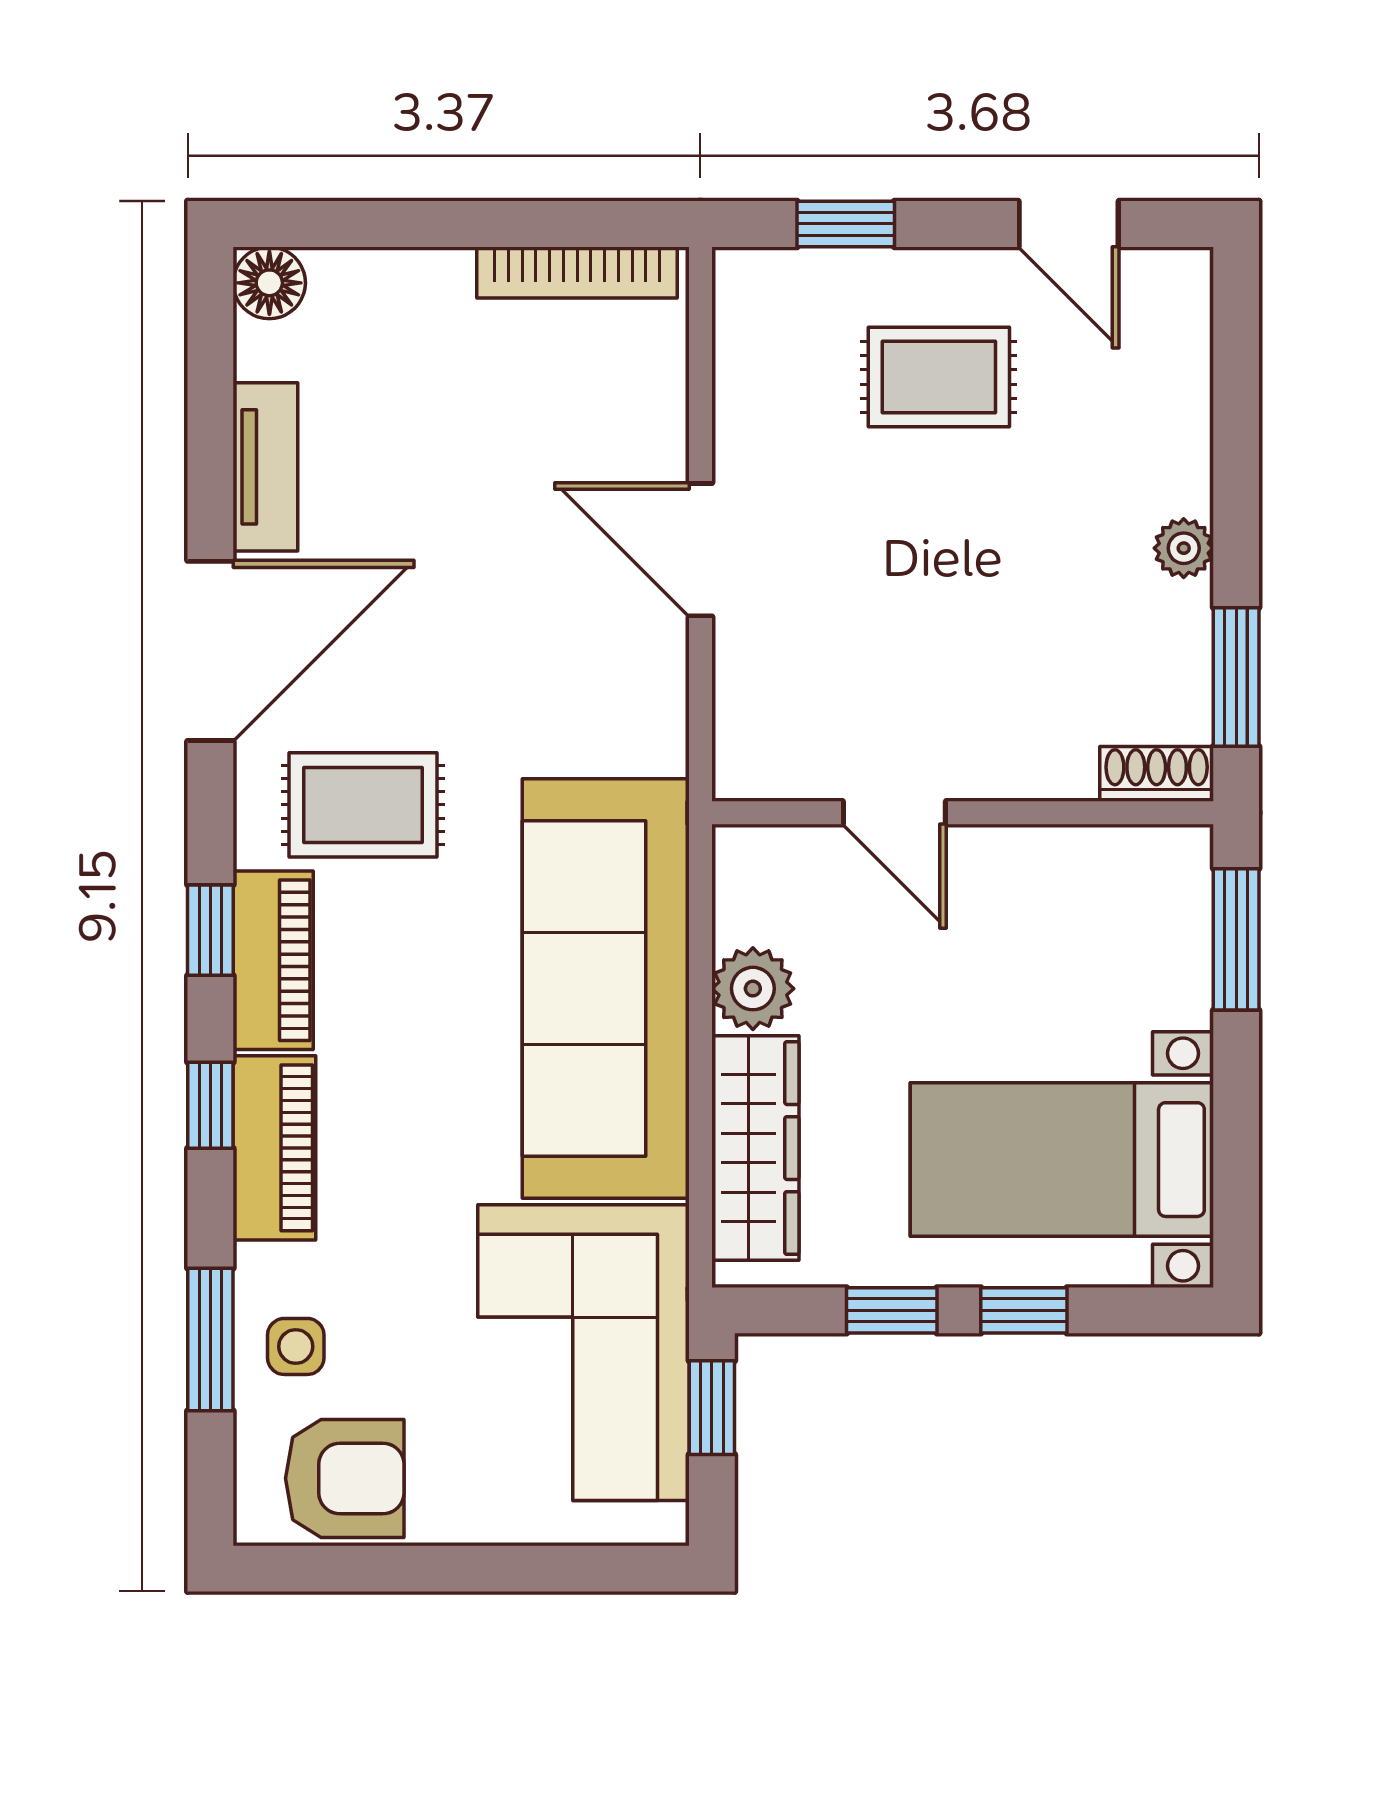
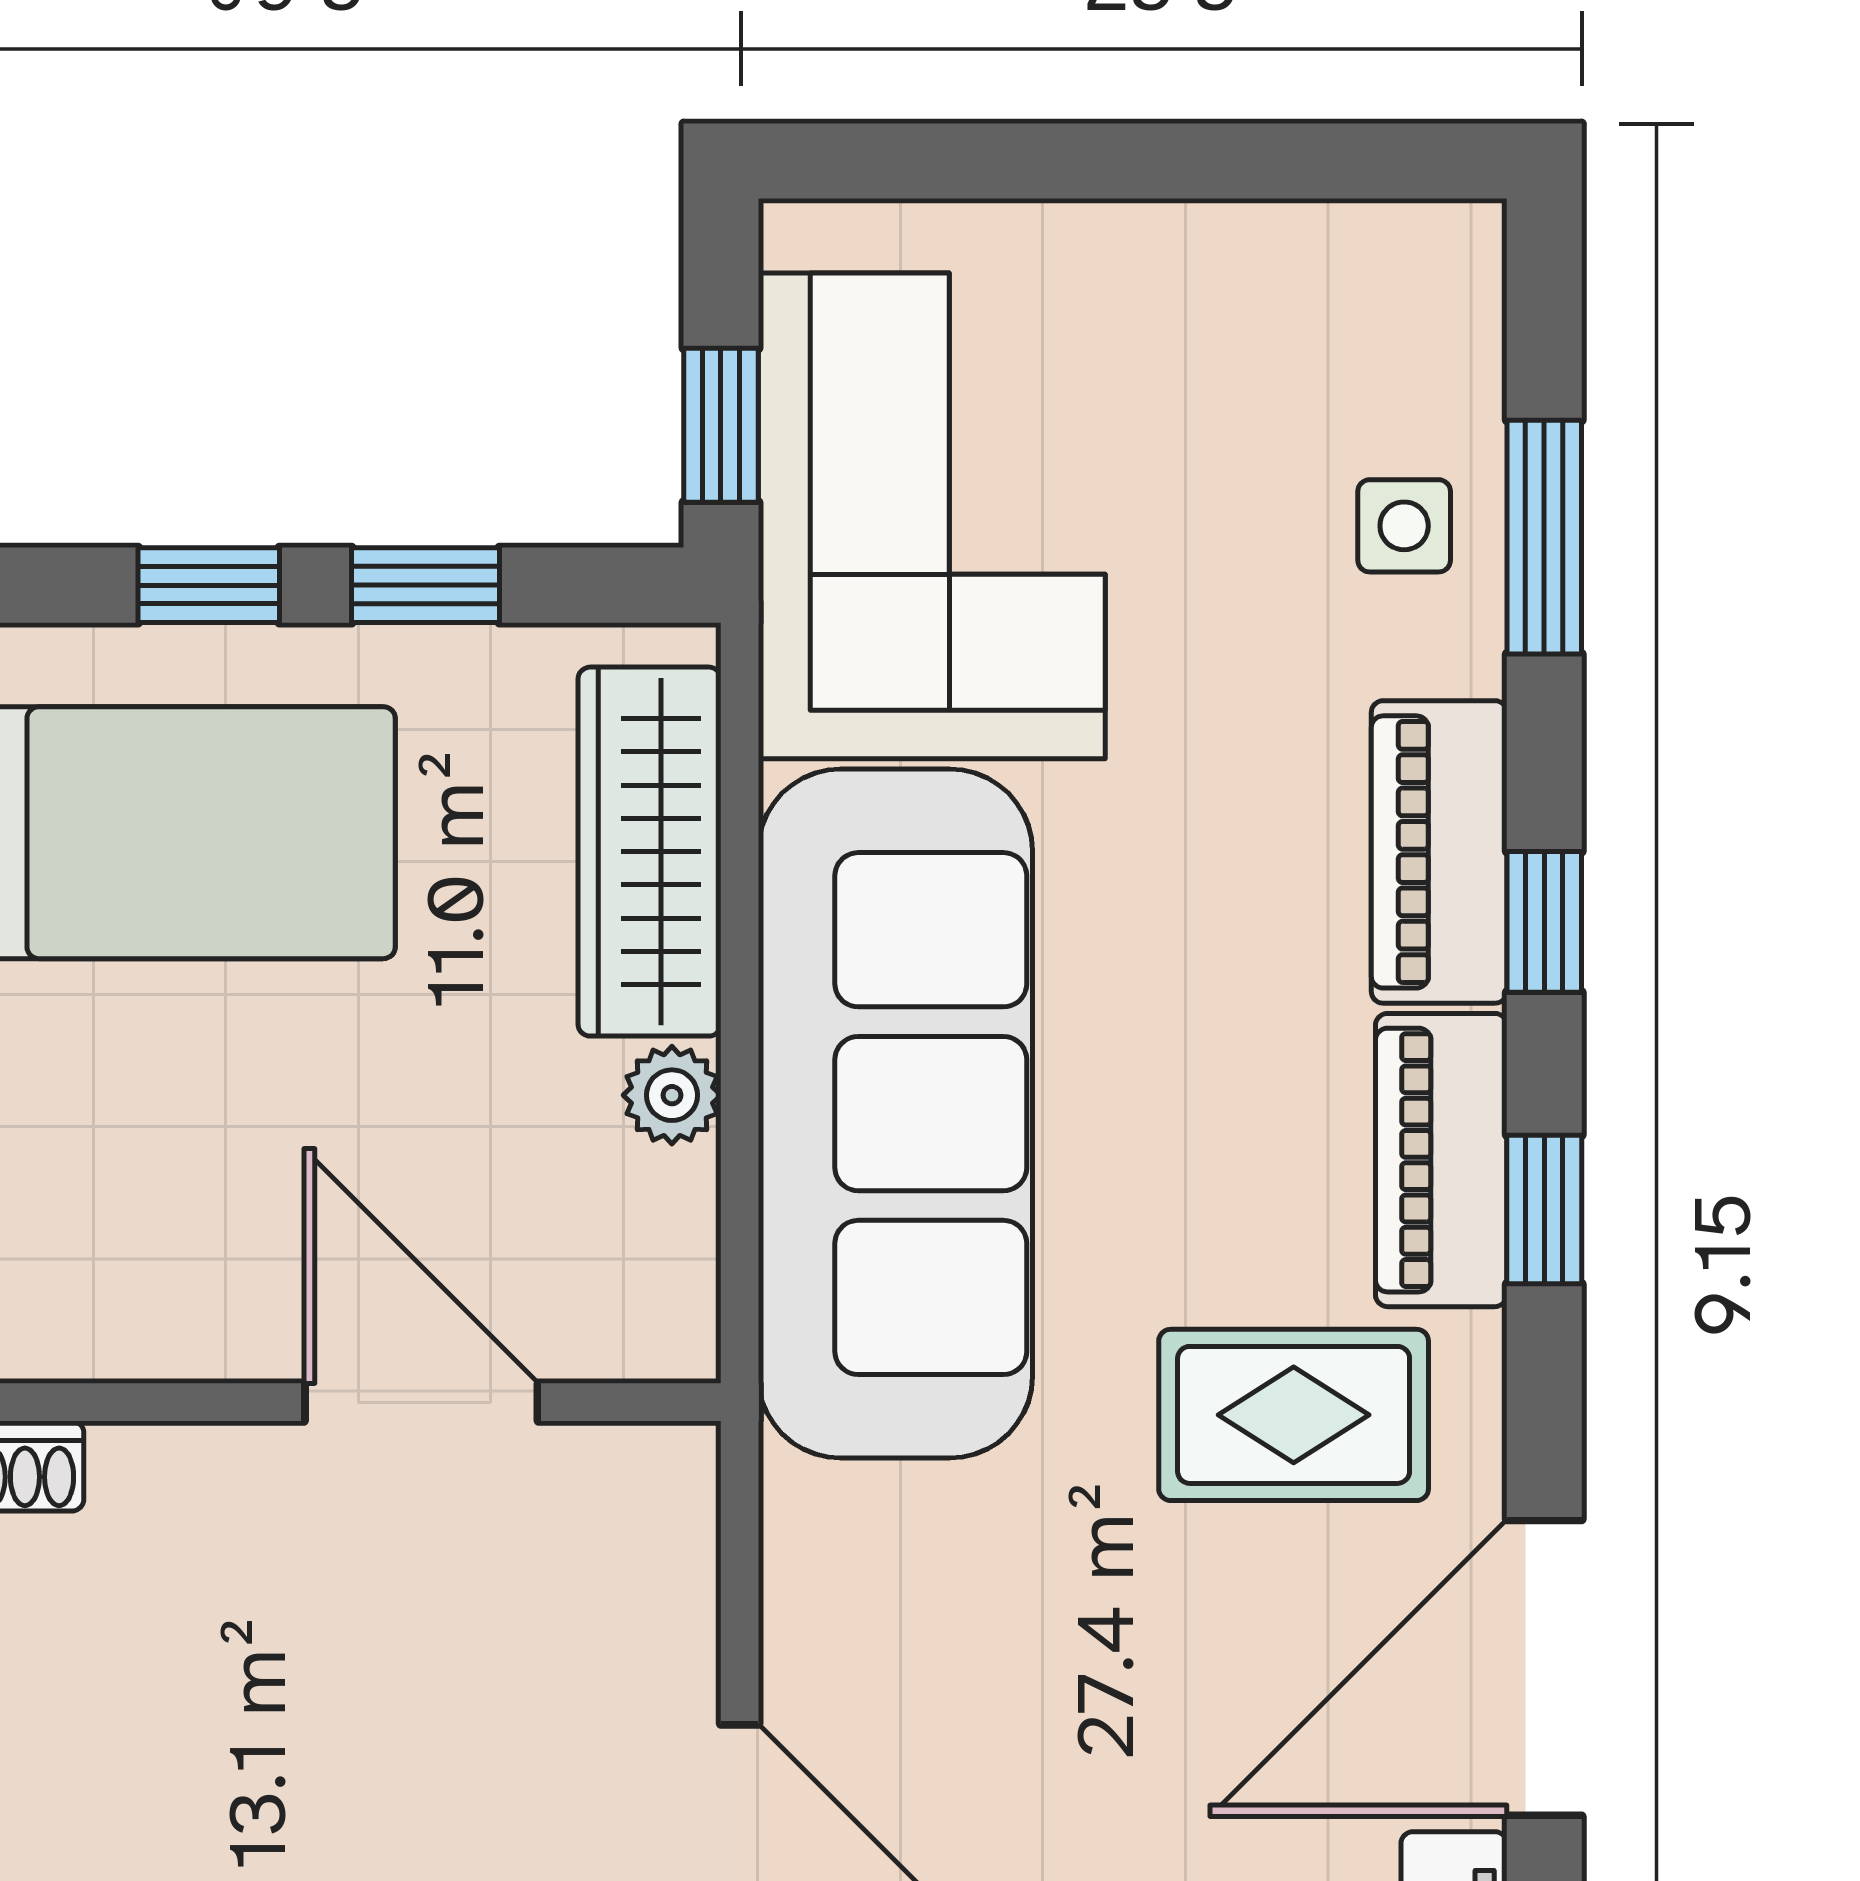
door: (894, 813) -> (421, 1402), width x1.38
plant: (753, 989) -> (672, 1095), width x0.73, depth x0.73
armchair: (345, 1478) -> (1324, 309), removed

